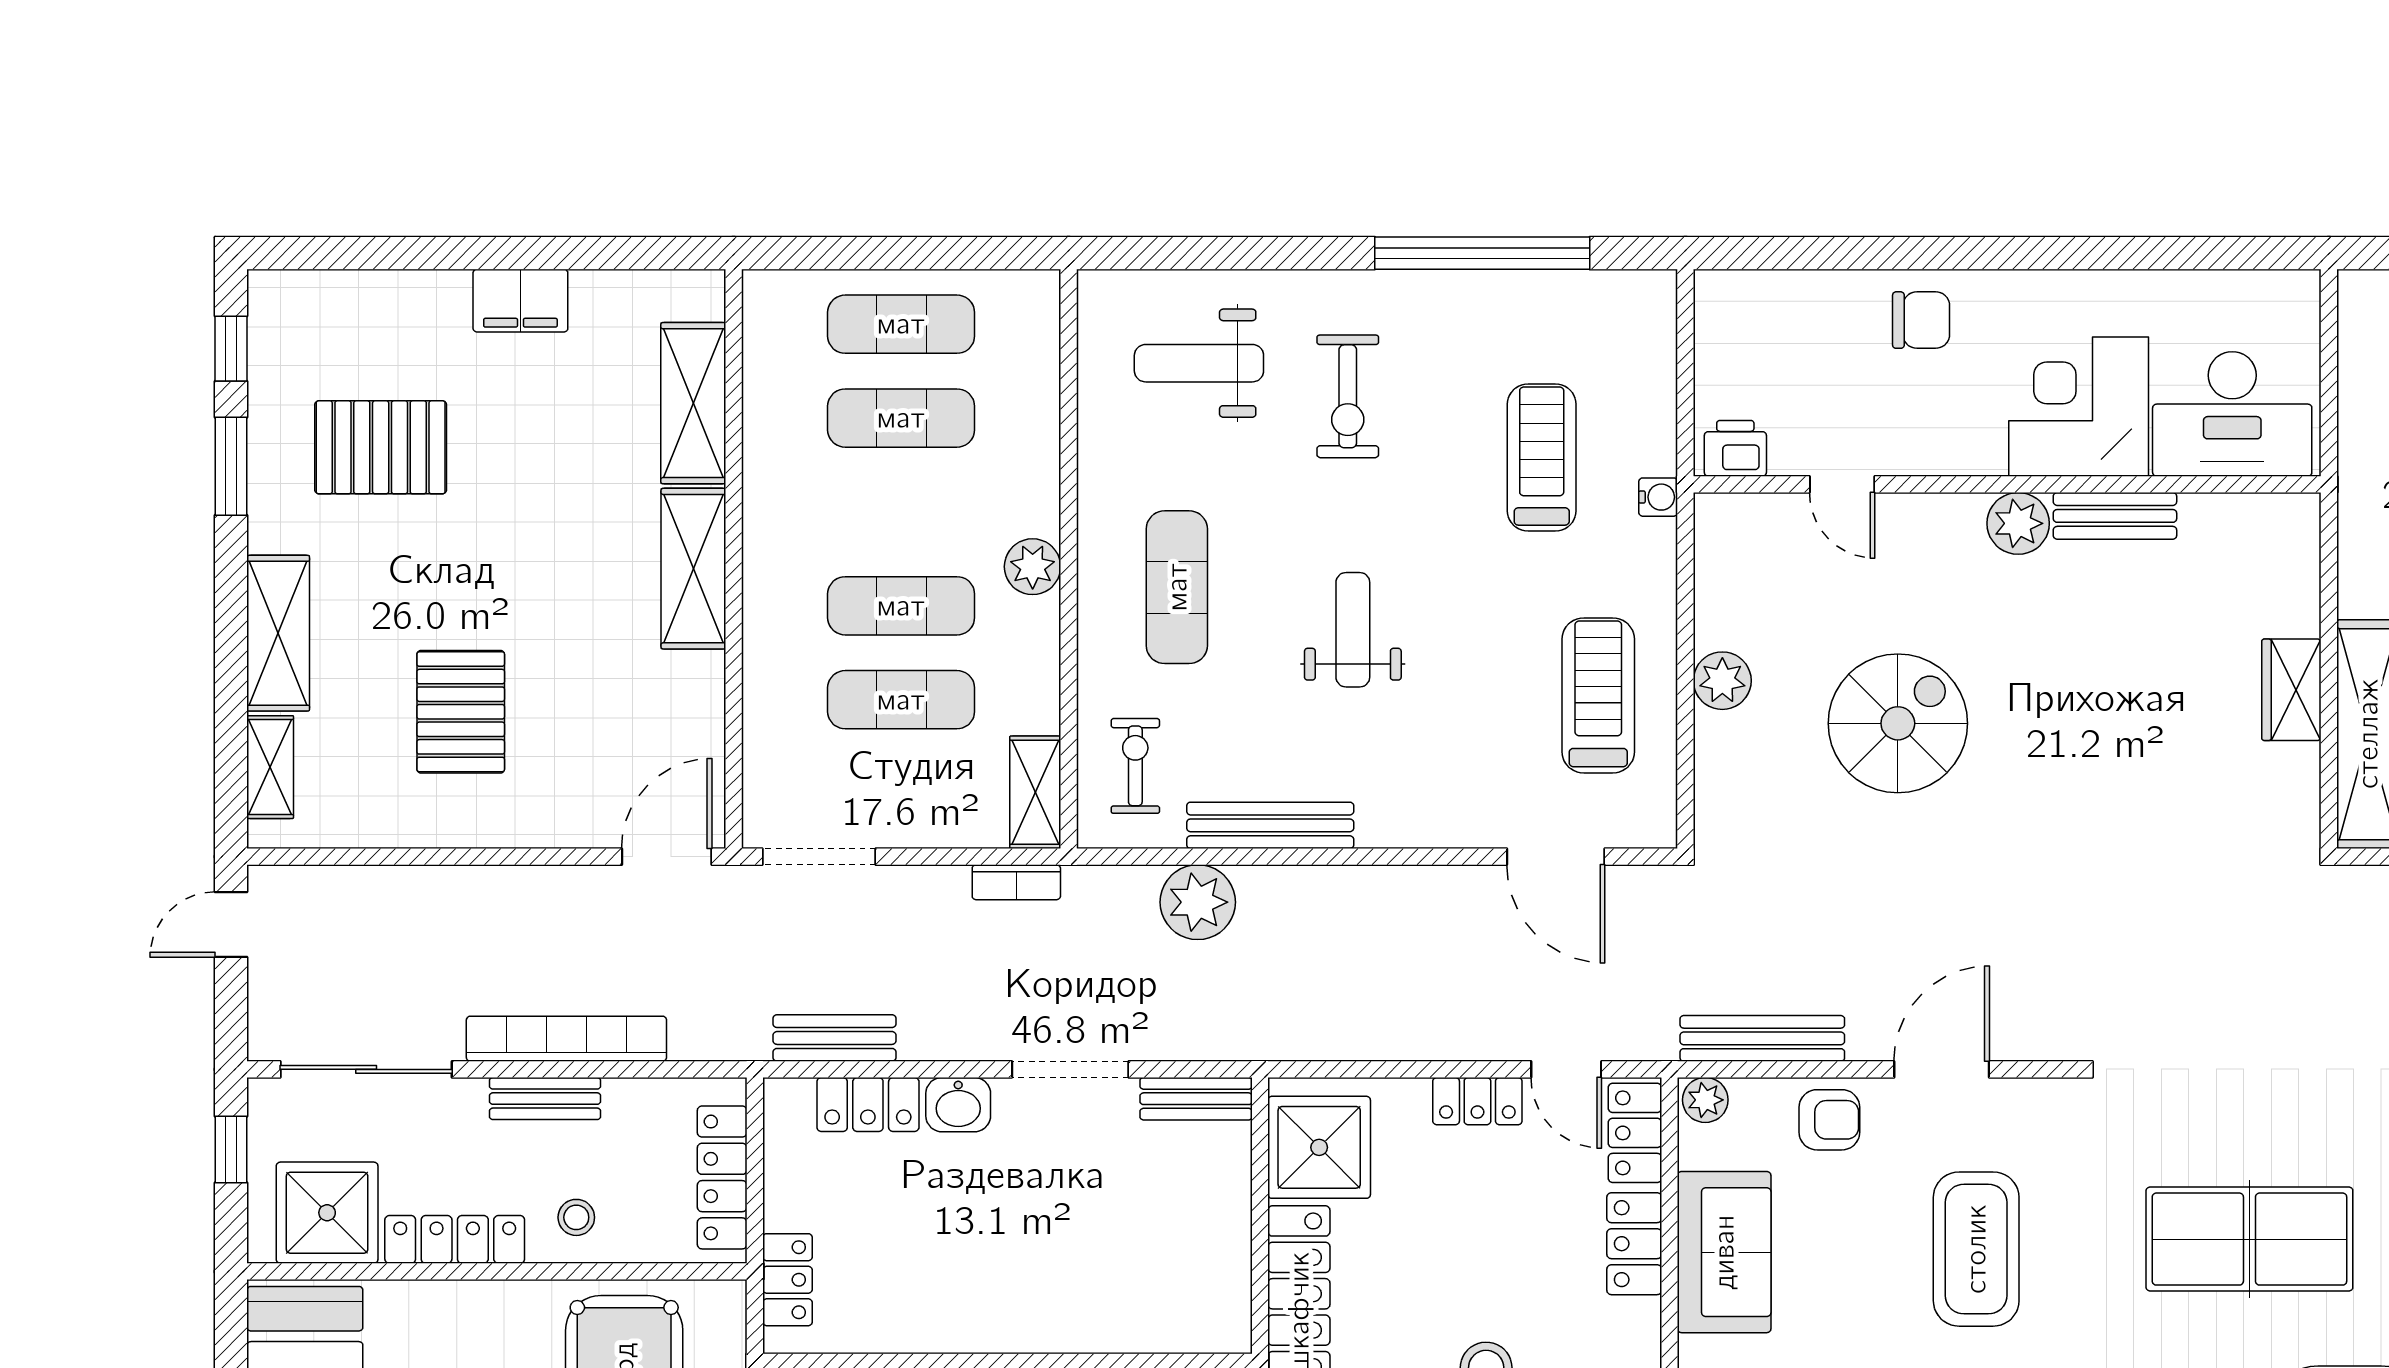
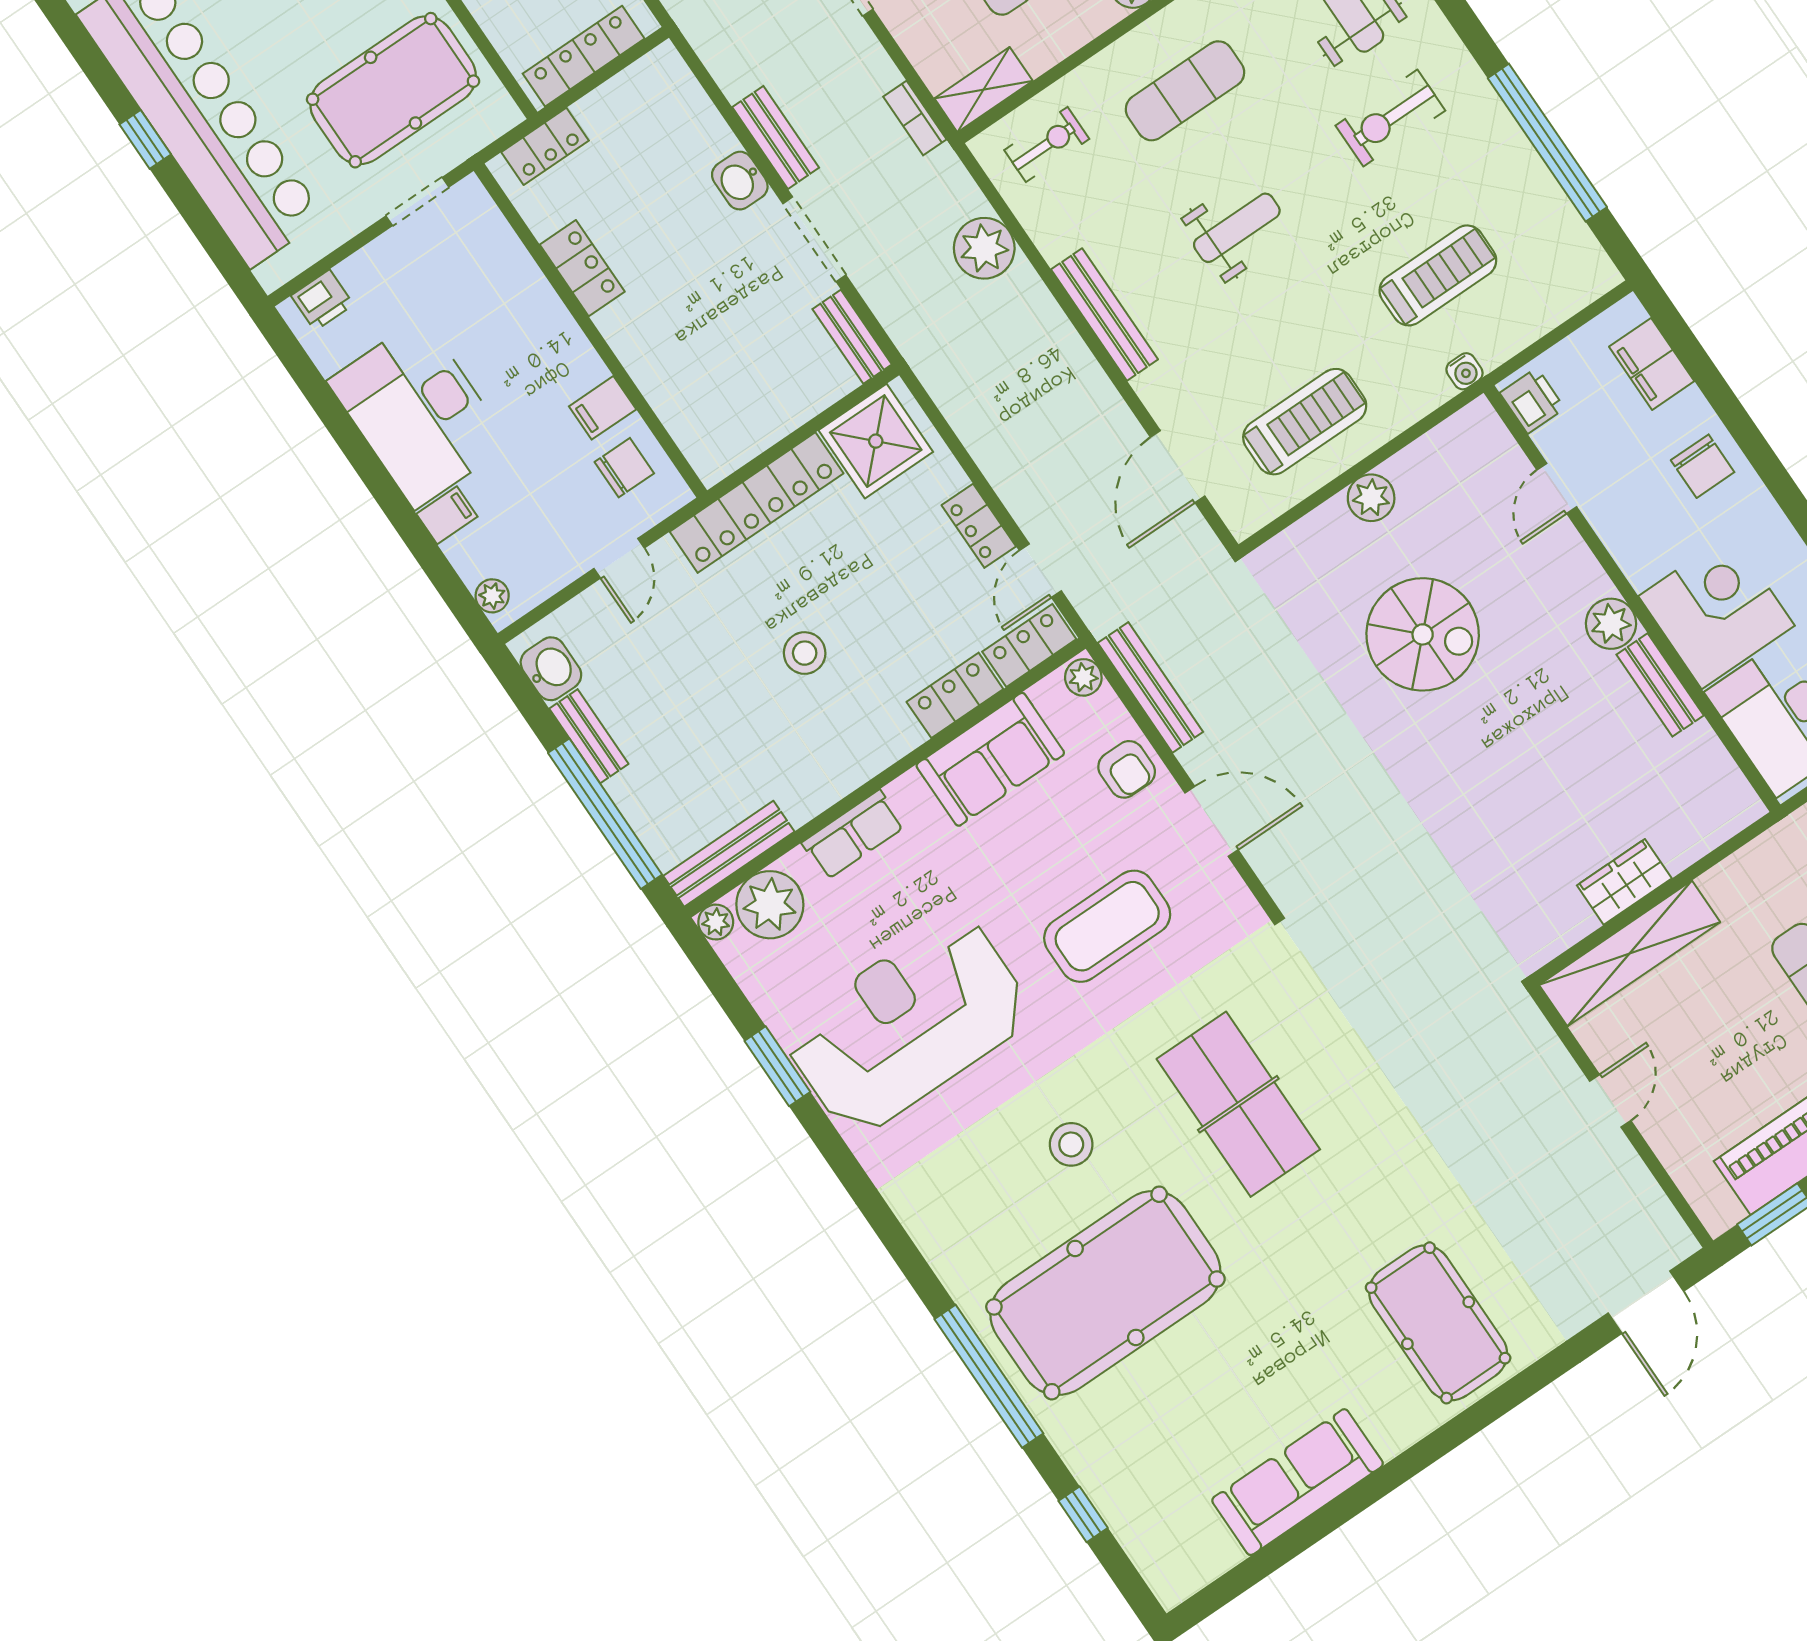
filing cabinet: (1781, 301) -> (1652, 364), added
bench: (1270, 825) -> (1104, 314), moved
bench: (835, 1038) -> (776, 137), moved
locker: (868, 1105) -> (582, 268), moved, turned 180

